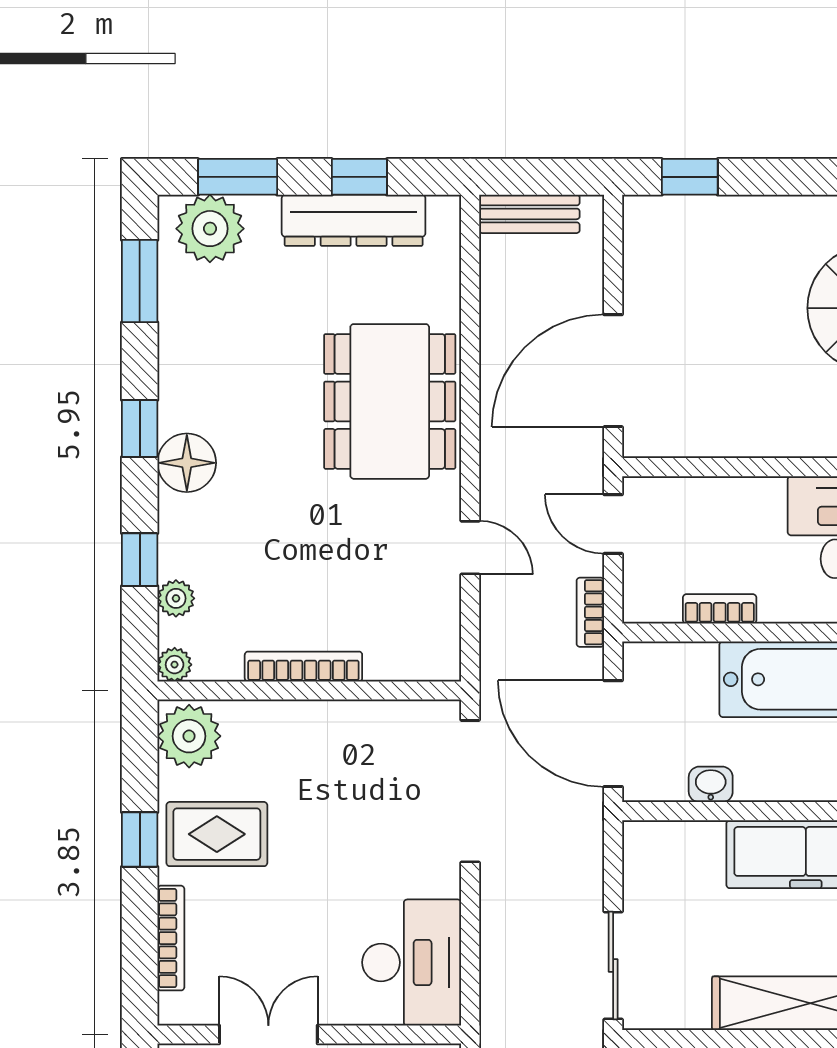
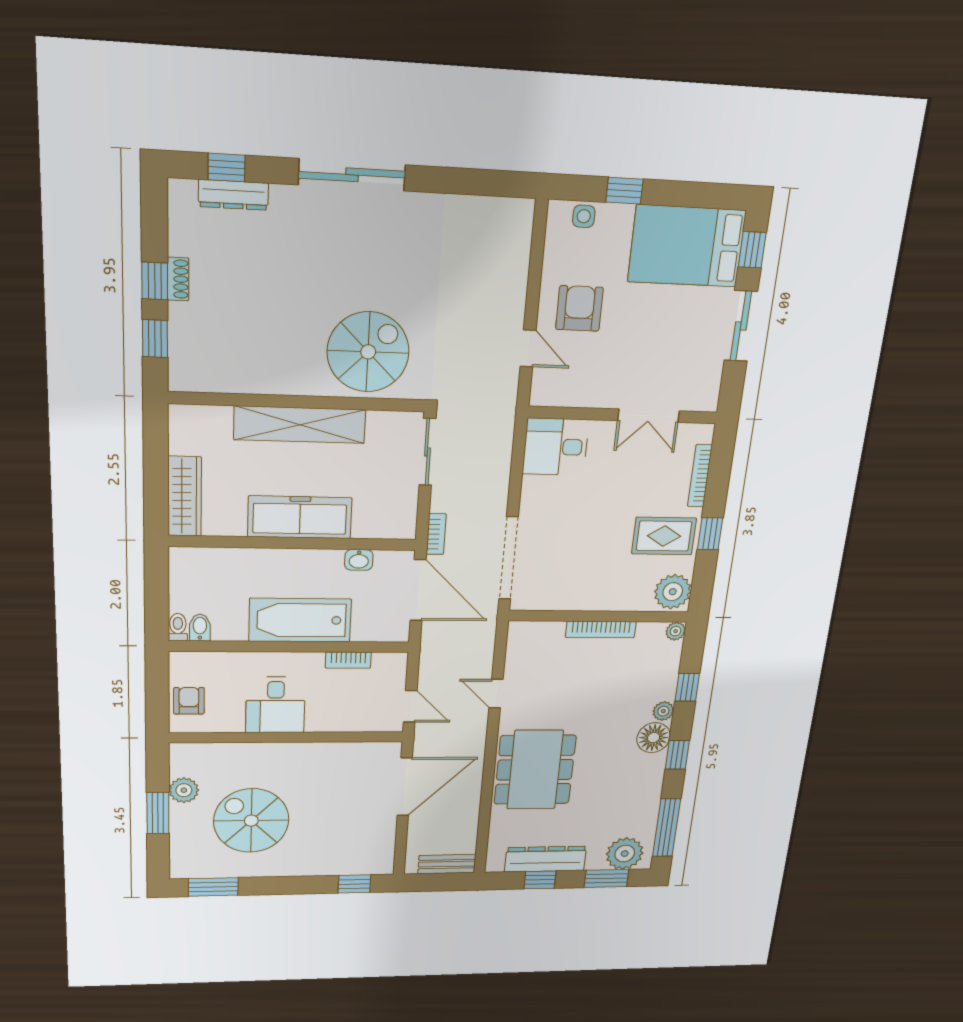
window: (140, 281) -> (666, 828), width x1.44
plant: (176, 598) -> (663, 711), moved
bookcase: (590, 612) -> (436, 534), moved
desk: (412, 962) -> (556, 447), width x0.73

